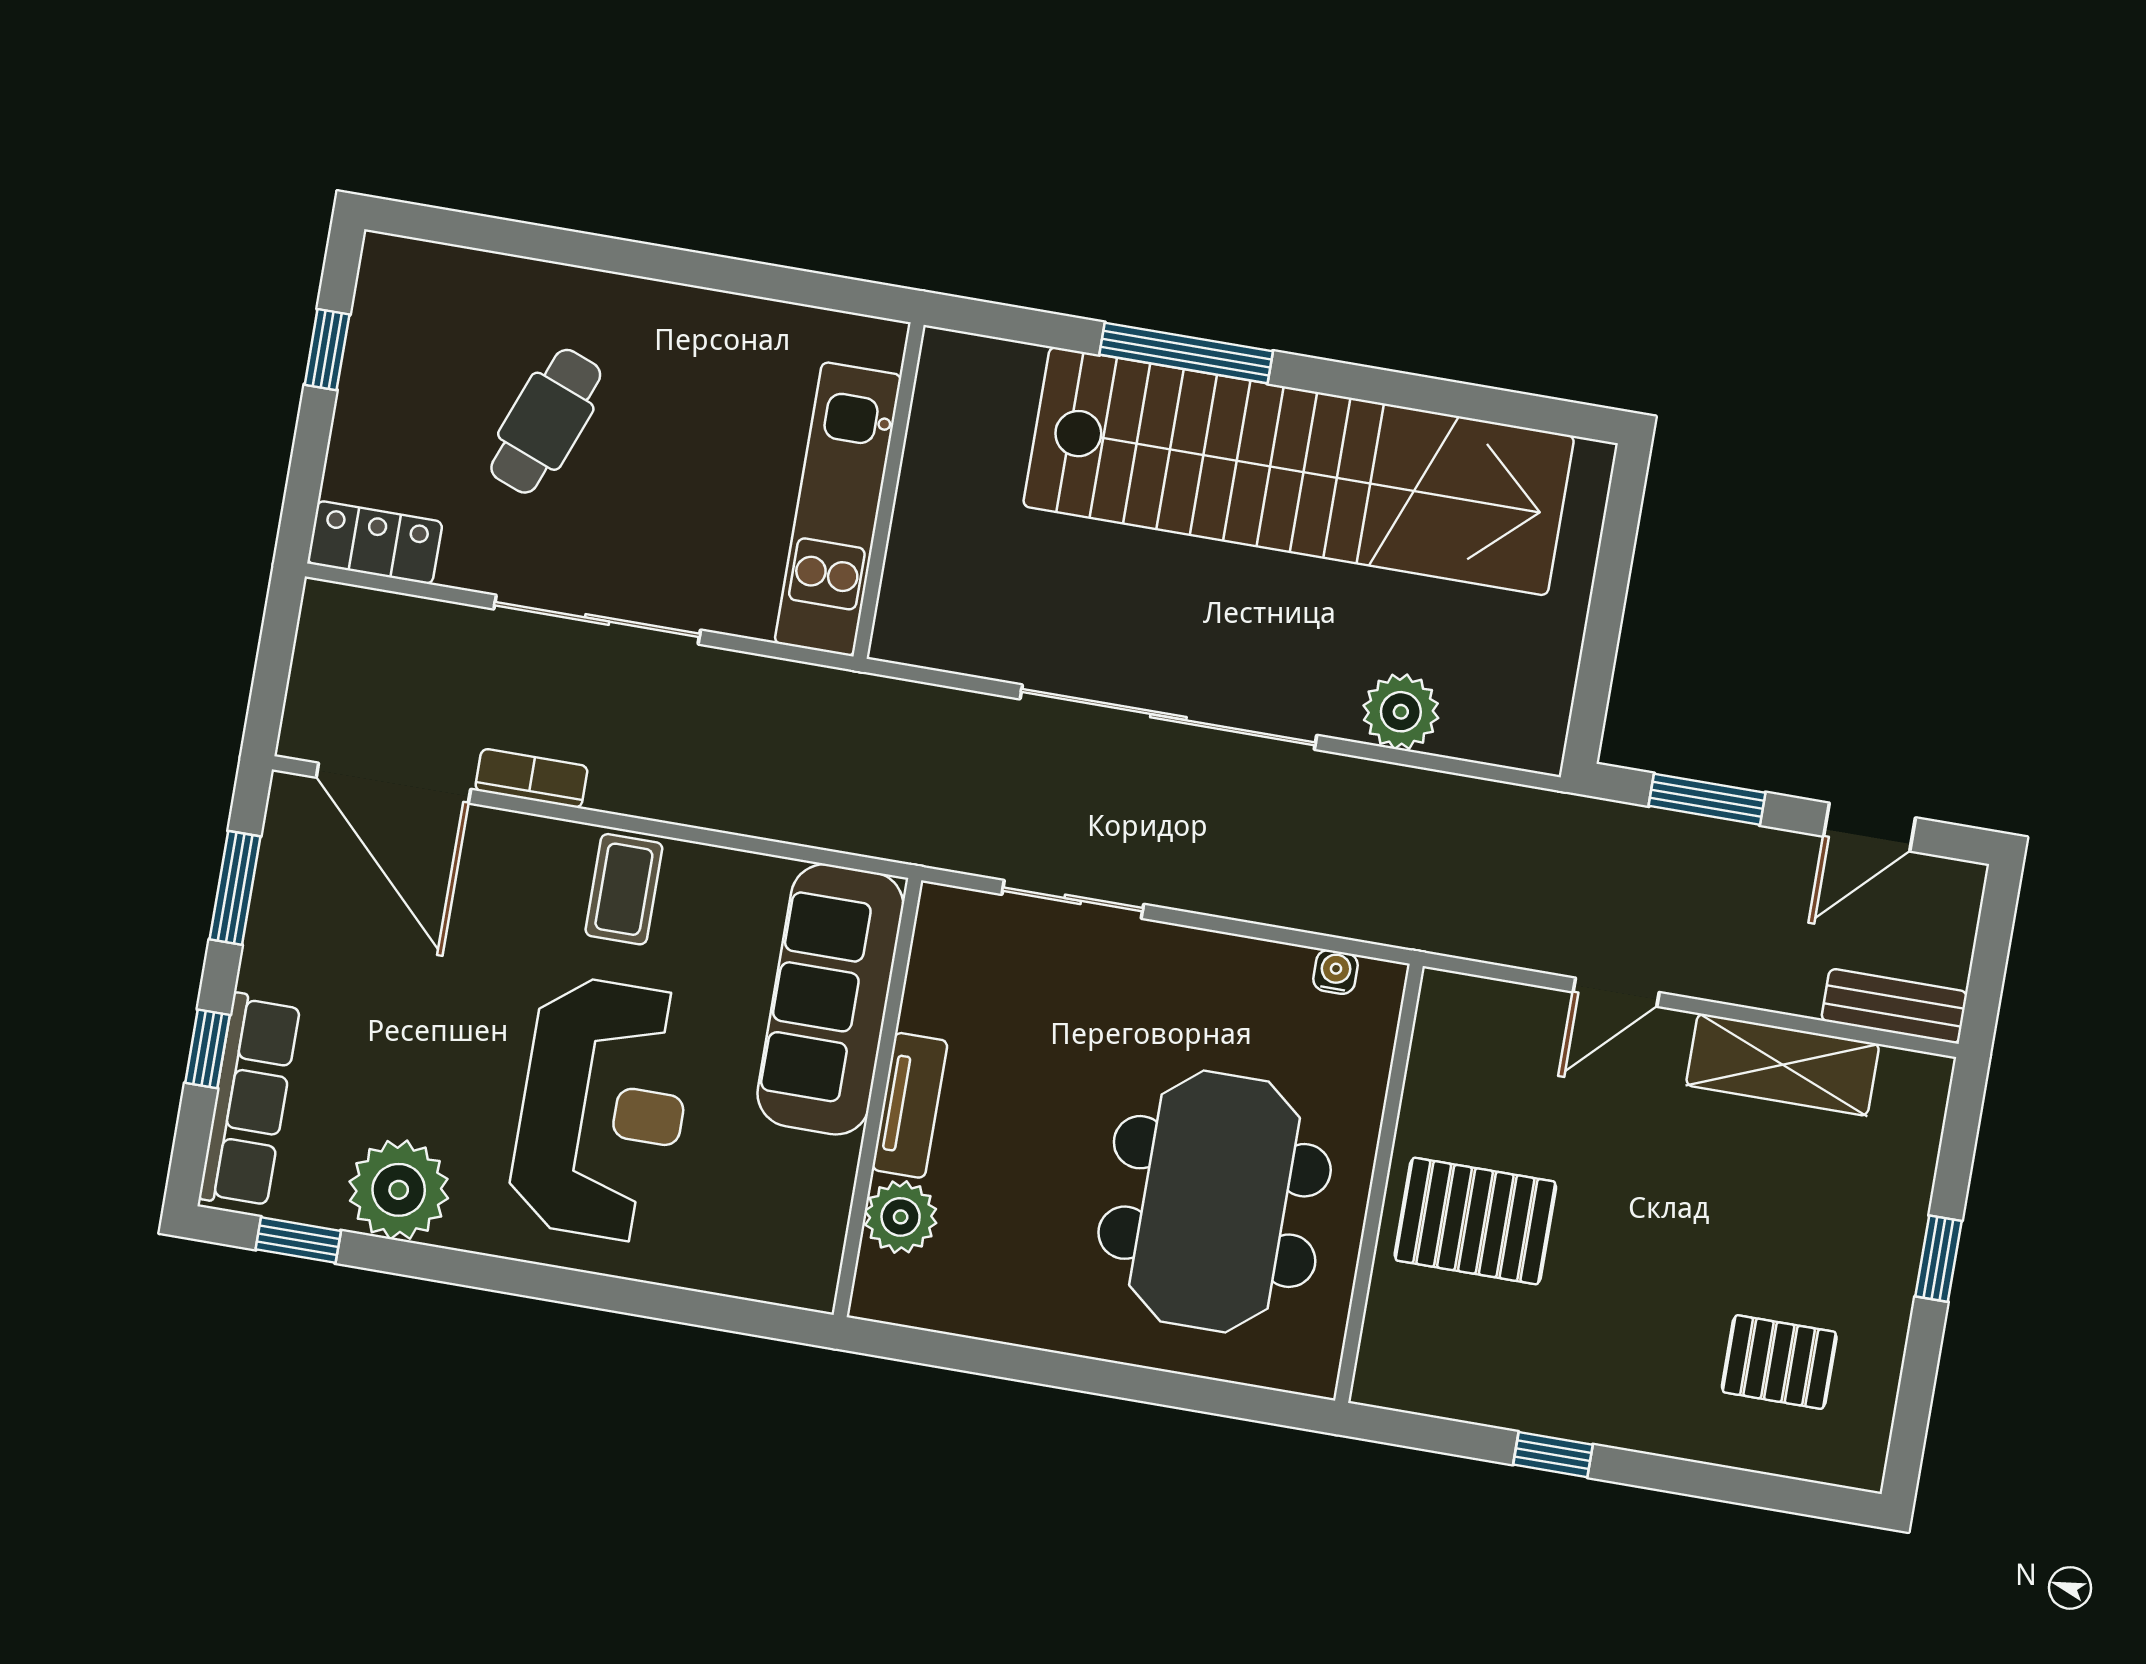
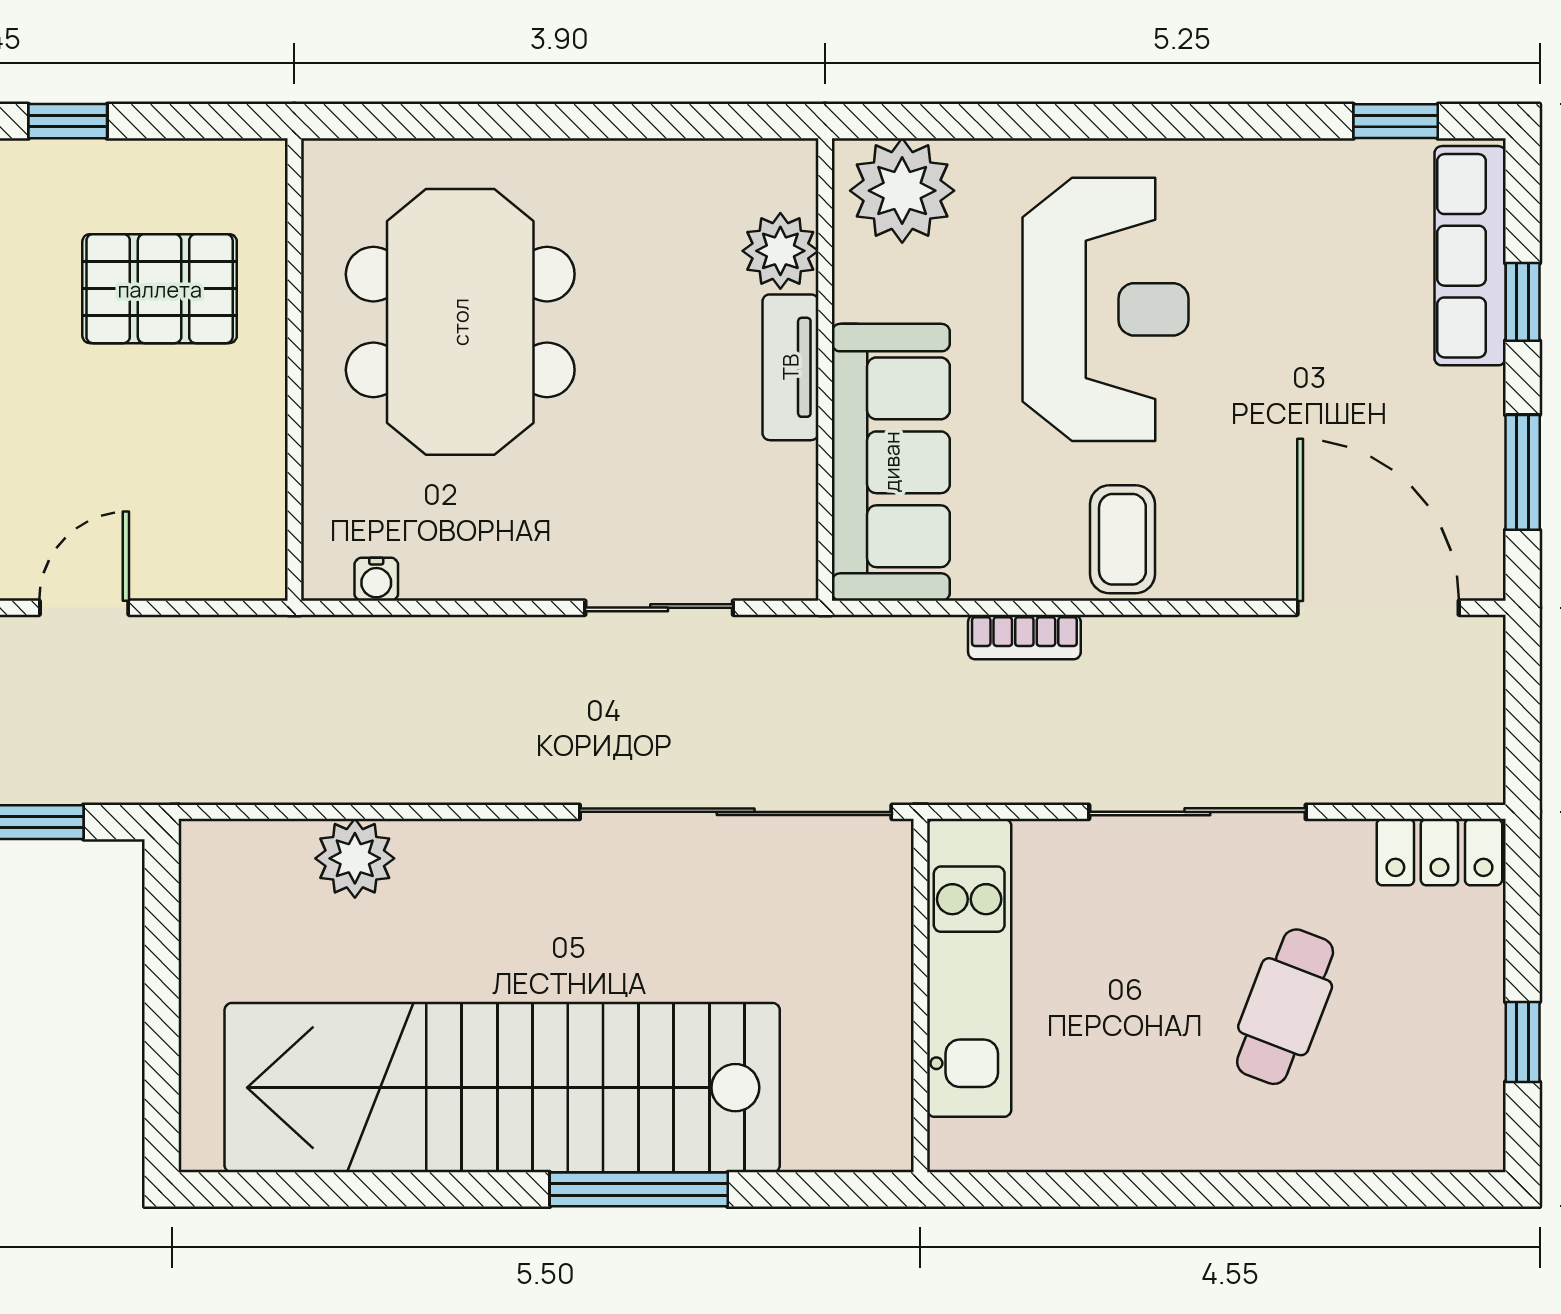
sliding door: (1168, 717) -> (736, 812), moved
bookcase: (531, 778) -> (1024, 637), moved
reception desk: (603, 1109) -> (1105, 309), turned 180
plant: (399, 1190) -> (902, 191), moved
pallet: (1475, 1221) -> (160, 289), moved

